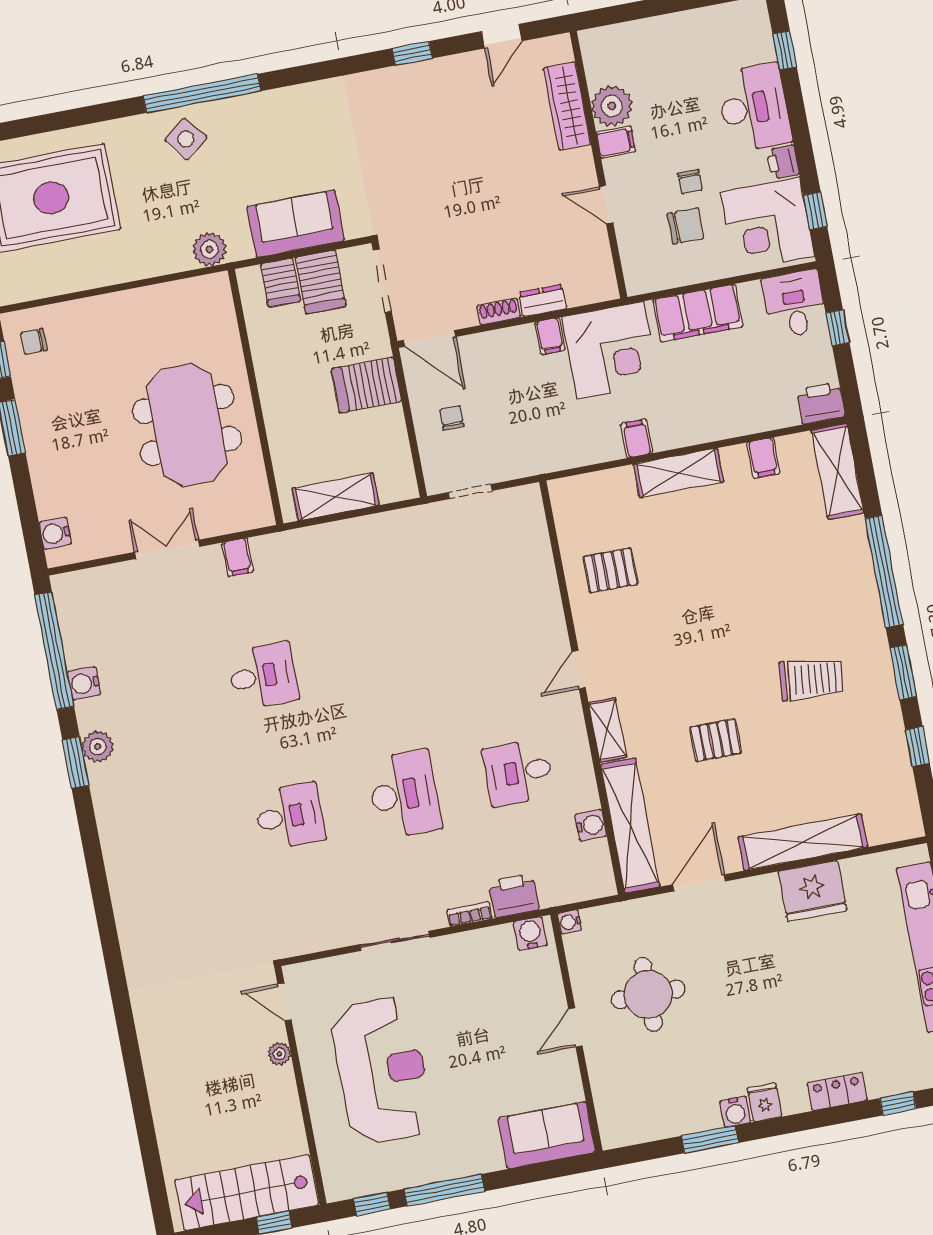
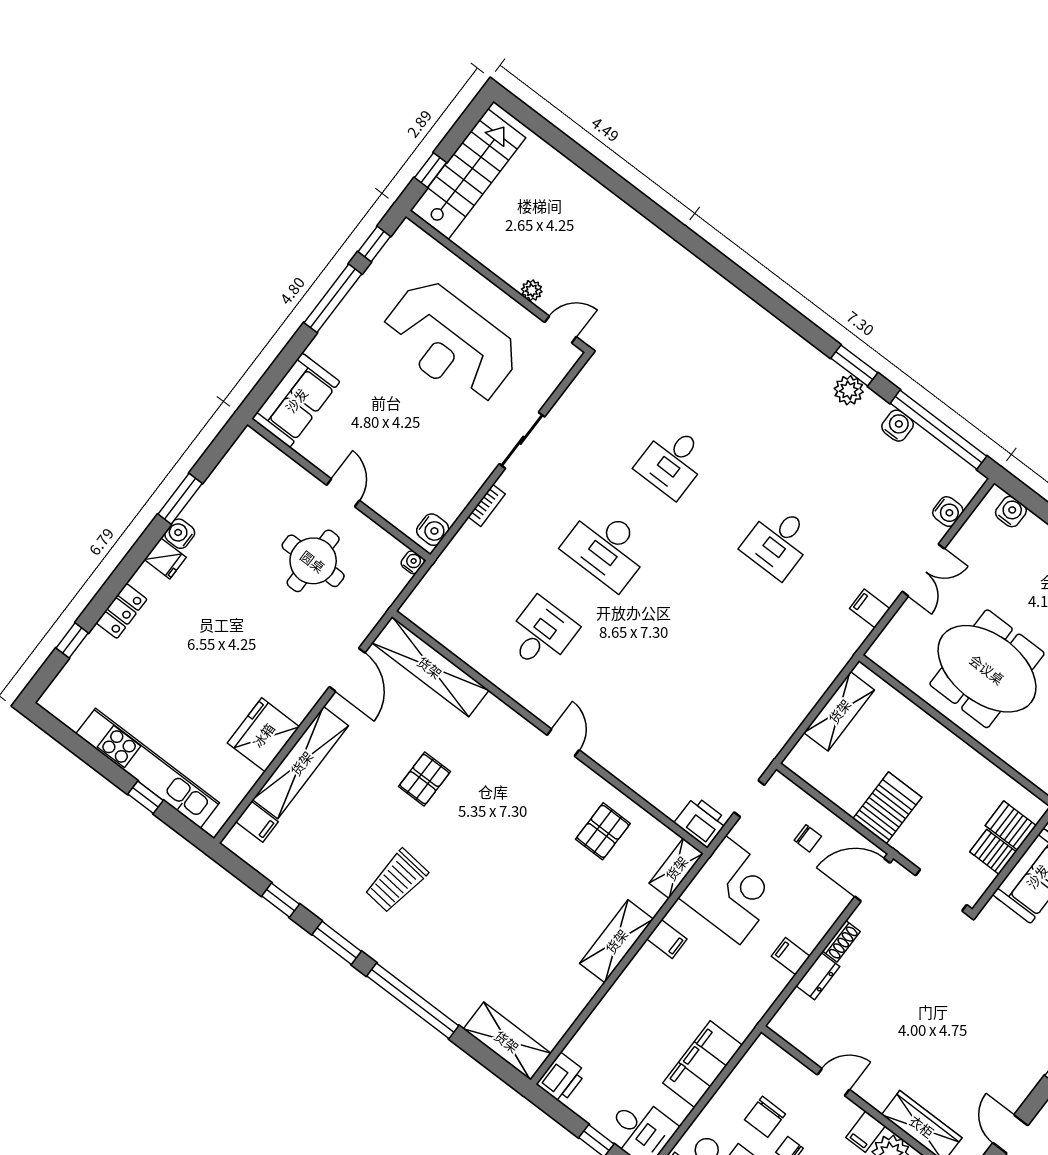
server rack: (321, 282) -> (993, 852), width x0.73, depth x0.70
corner desk: (610, 350) -> (733, 890), moved, turned 180
filing cabinet: (763, 458) -> (257, 822), moved, turned 180
shelving: (608, 730) -> (676, 868), moved, turned 90
water cooler: (591, 825) -> (948, 512), moved, turned -90
printer: (514, 896) -> (701, 822), moved, turned -90

